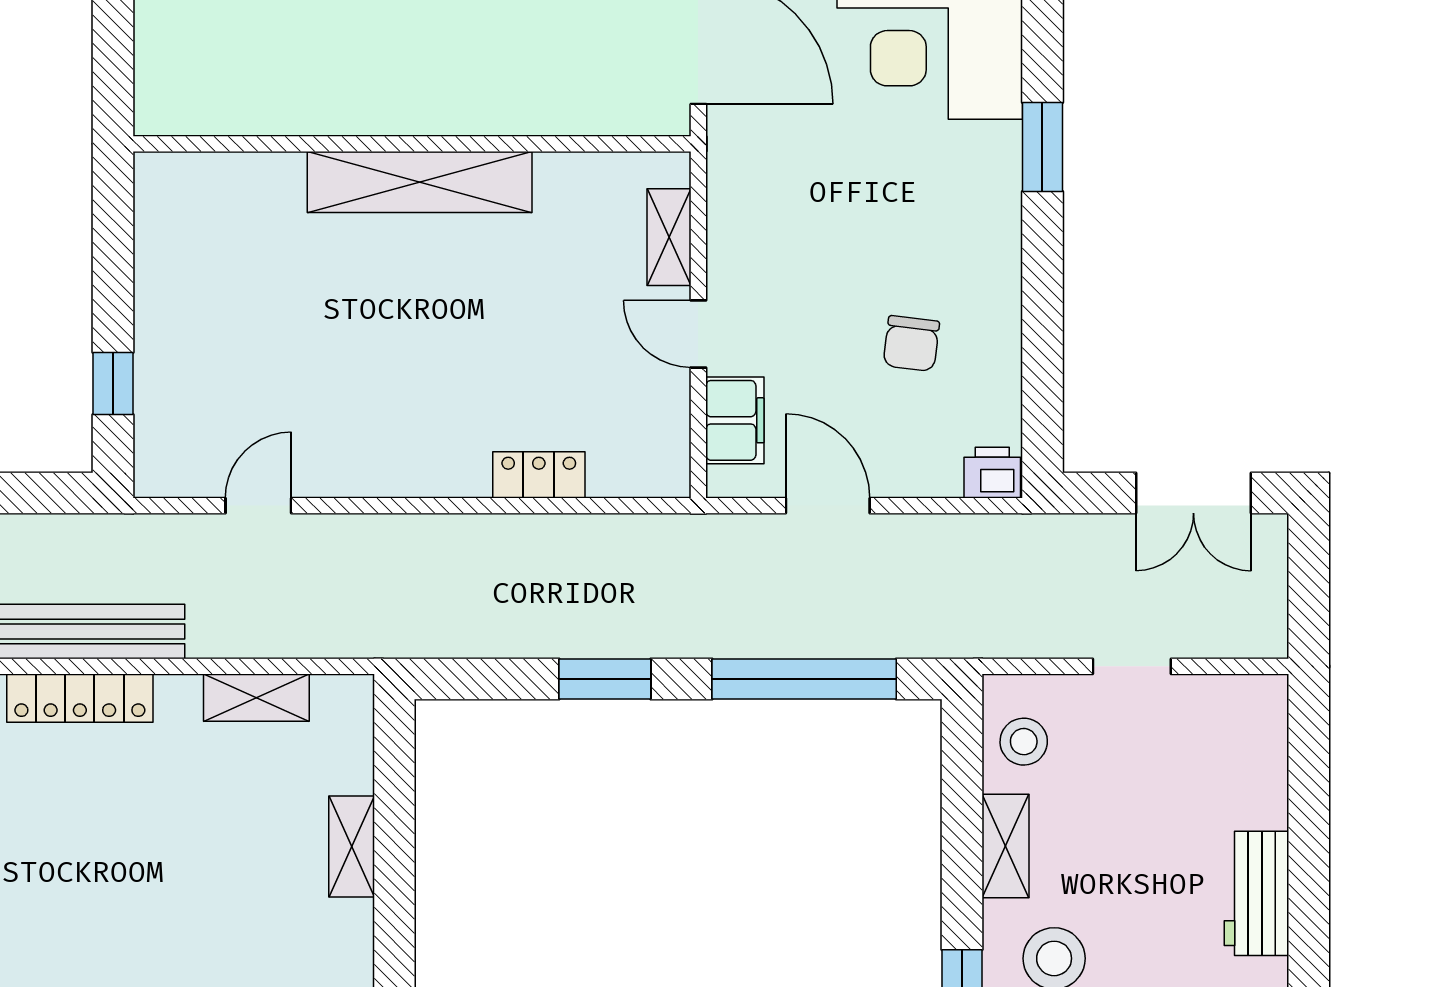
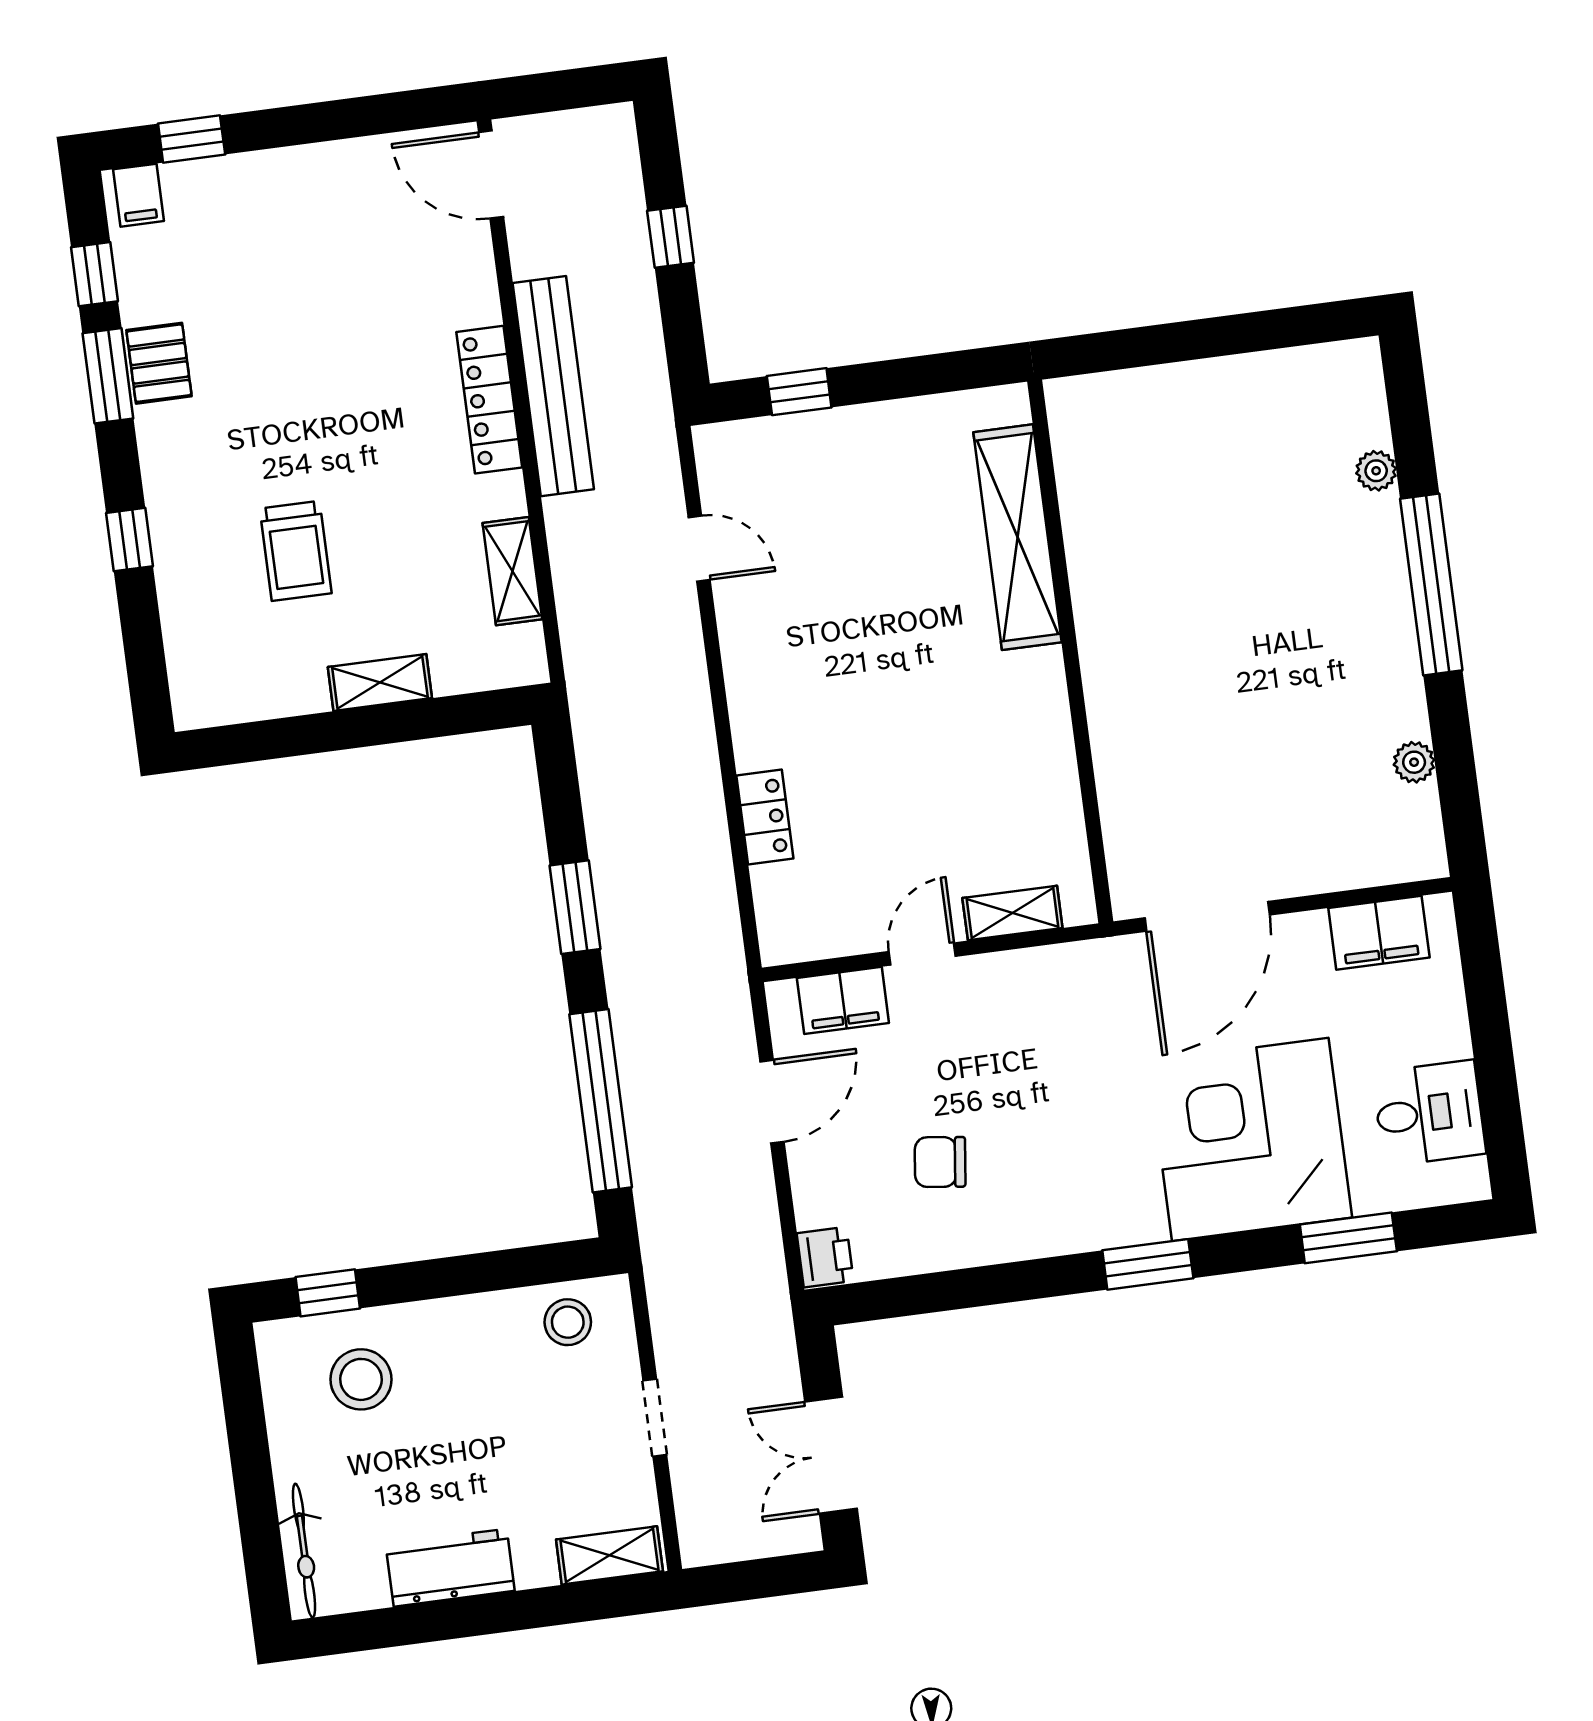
shelving: (420, 182) -> (1017, 537), moved
shelving: (1006, 846) -> (609, 1555), moved
trolley: (207, 914) -> (296, 551), added

